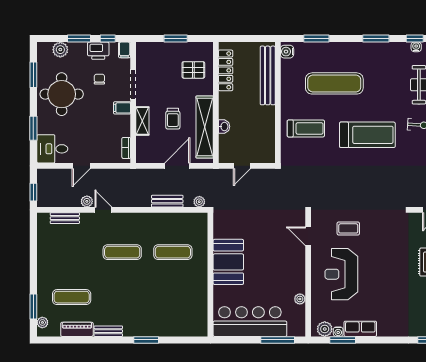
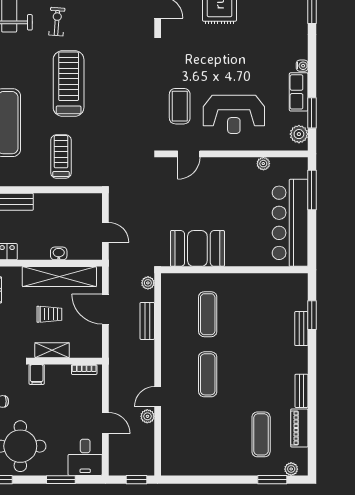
bench: (65, 218) -> (301, 329), moved
coffee table: (348, 228) -> (180, 106), width x1.36, depth x1.30
booth: (228, 262) -> (197, 248), moved
water cooler: (338, 332) -> (302, 66), moved
window: (146, 340) -> (312, 315), moved

